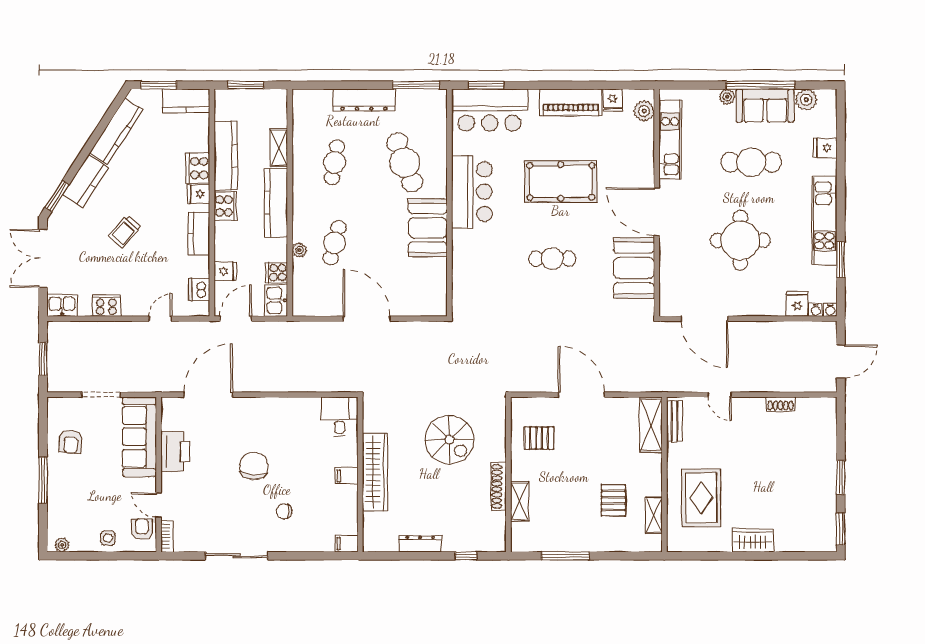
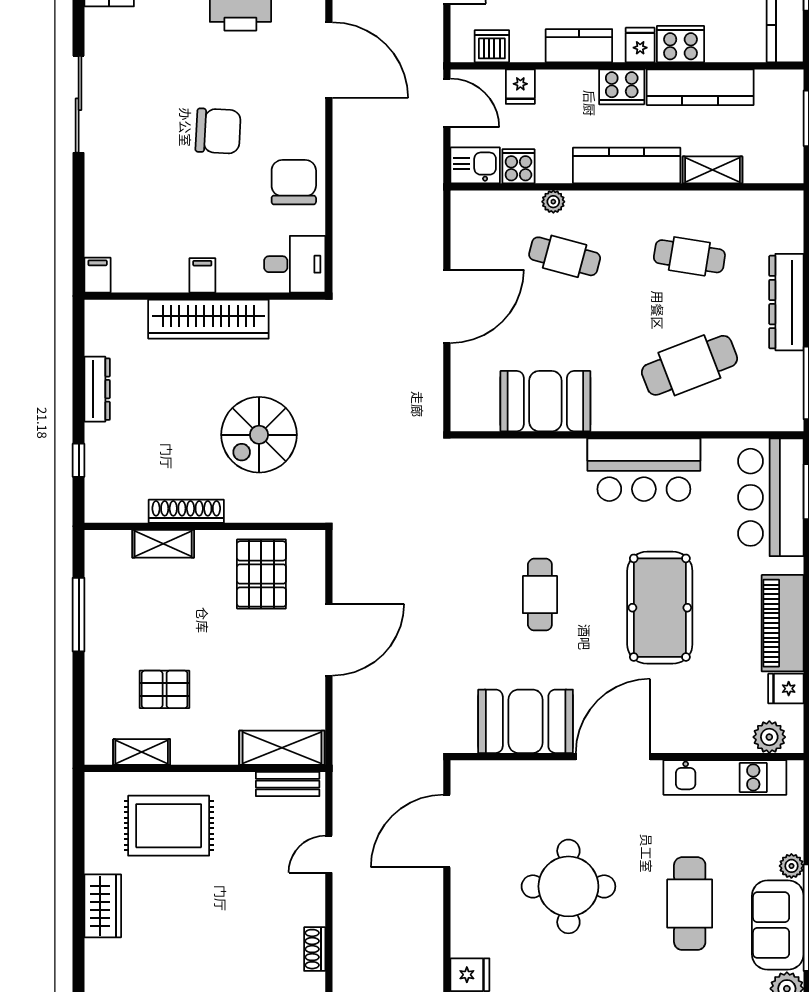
booth: (428, 228) -> (545, 401), moved
pallet: (539, 438) -> (261, 574), width x1.50, depth x1.42
chair: (284, 511) -> (294, 182), moved, width x1.87, depth x1.87

